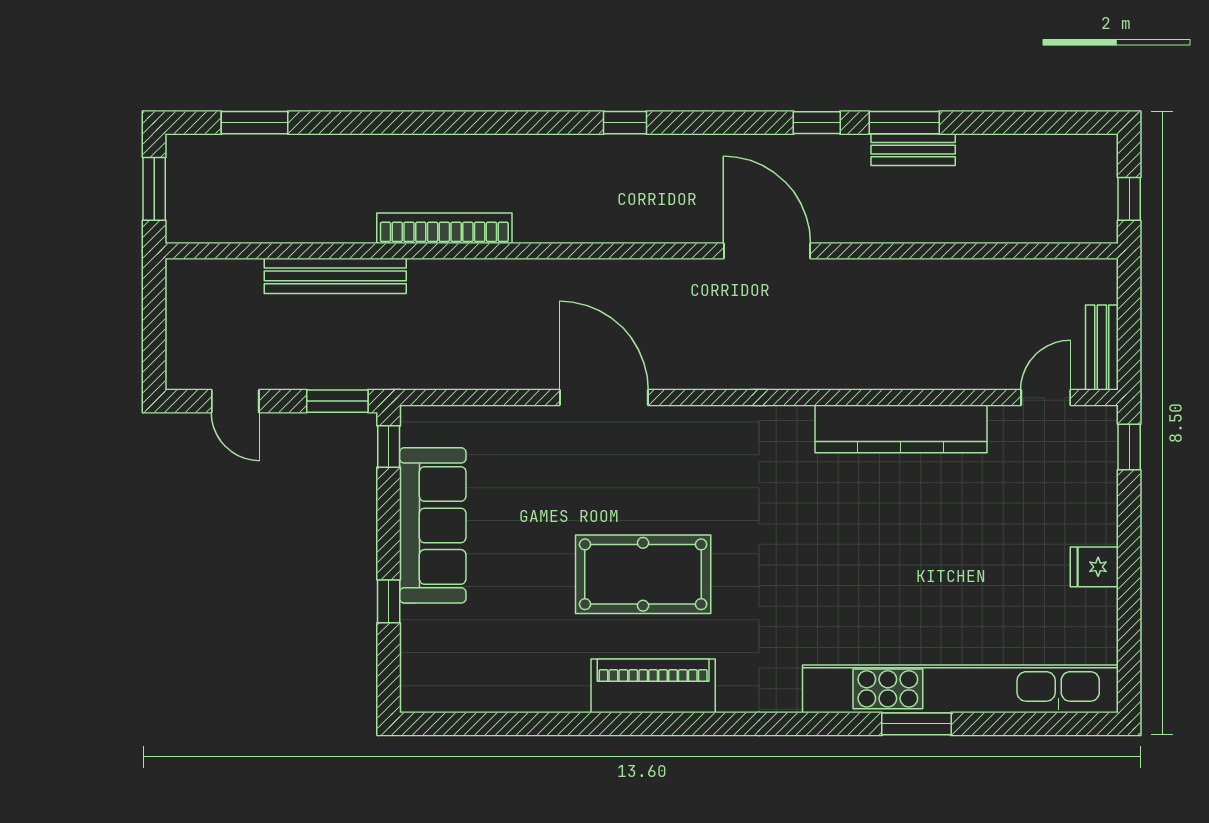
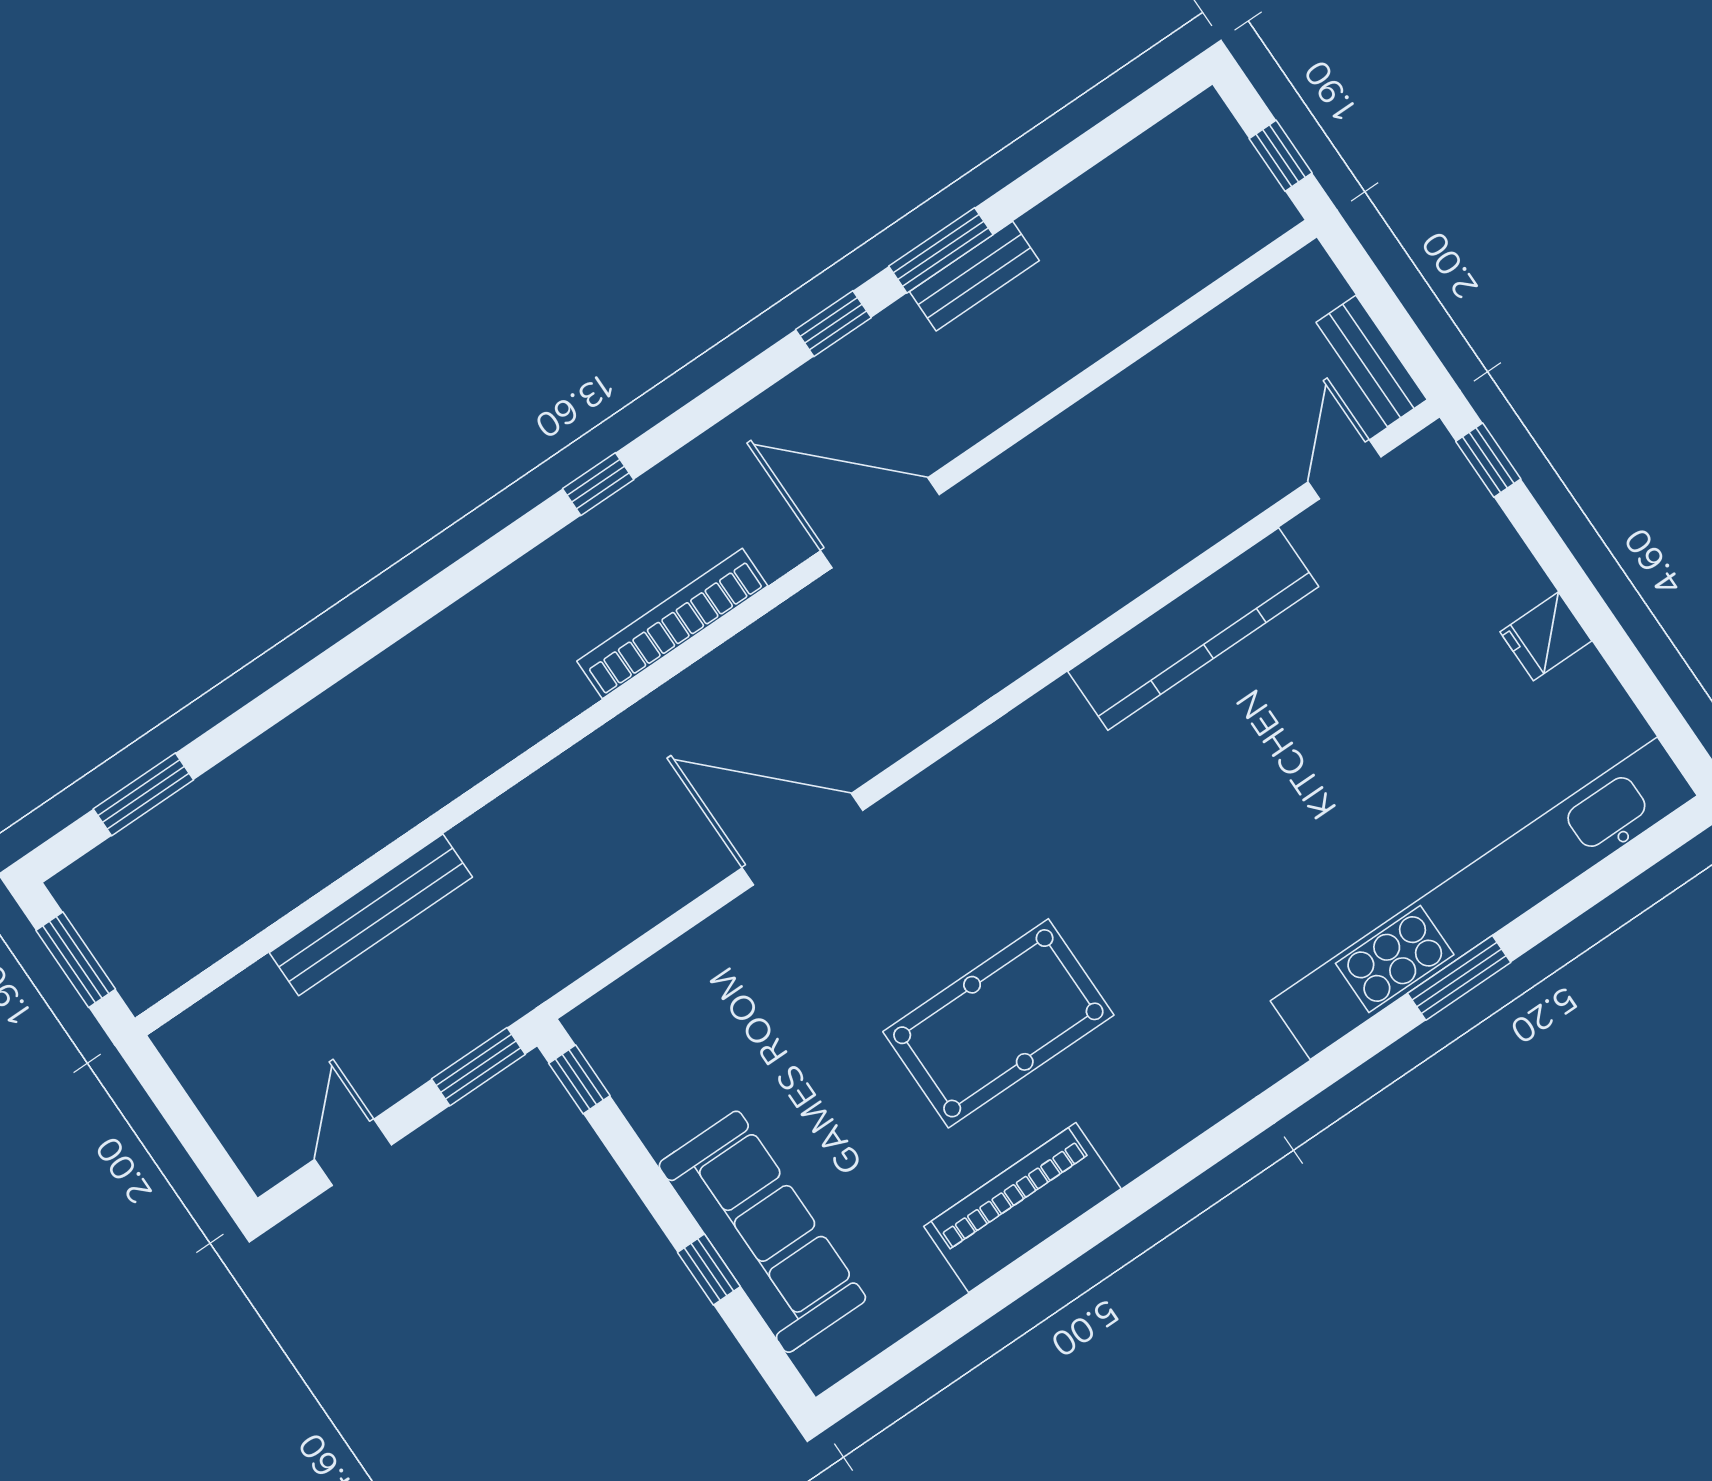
bookcase: (444, 228) -> (672, 623), moved
door: (235, 401) -> (353, 1152), swing flipped
sofa: (433, 525) -> (762, 1232), moved
piano: (653, 686) -> (1022, 1208), moved

